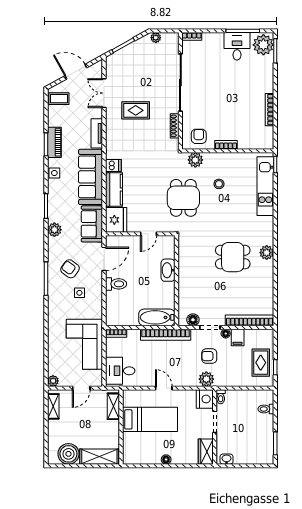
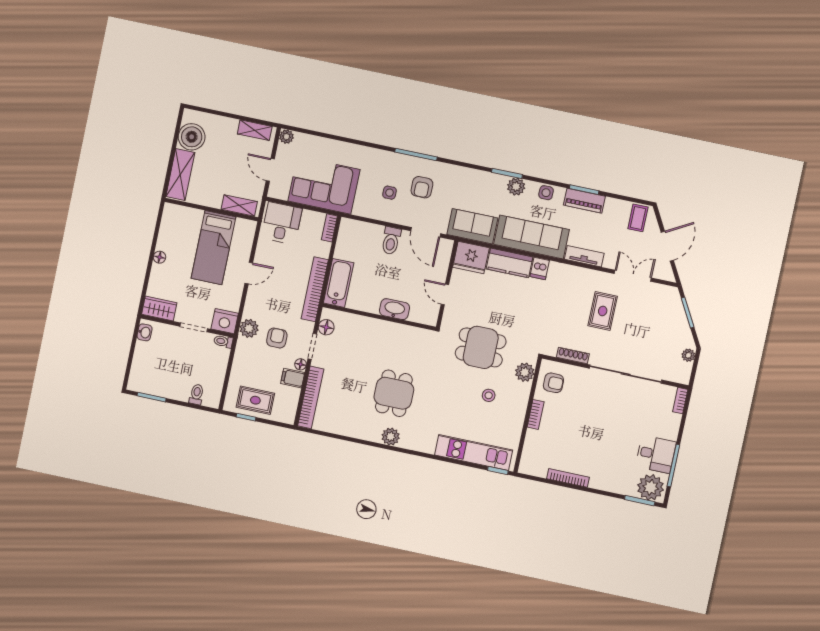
plant: (54, 230) -> (516, 187), moved
armchair: (70, 269) -> (422, 187), turned 144

